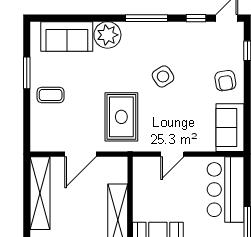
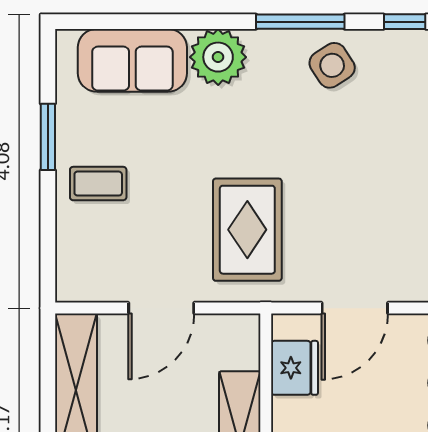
side table: (163, 76) -> (332, 65), moved
door: (172, 154) -> (355, 308), width x1.38
fridge: (144, 182) -> (295, 368), added

